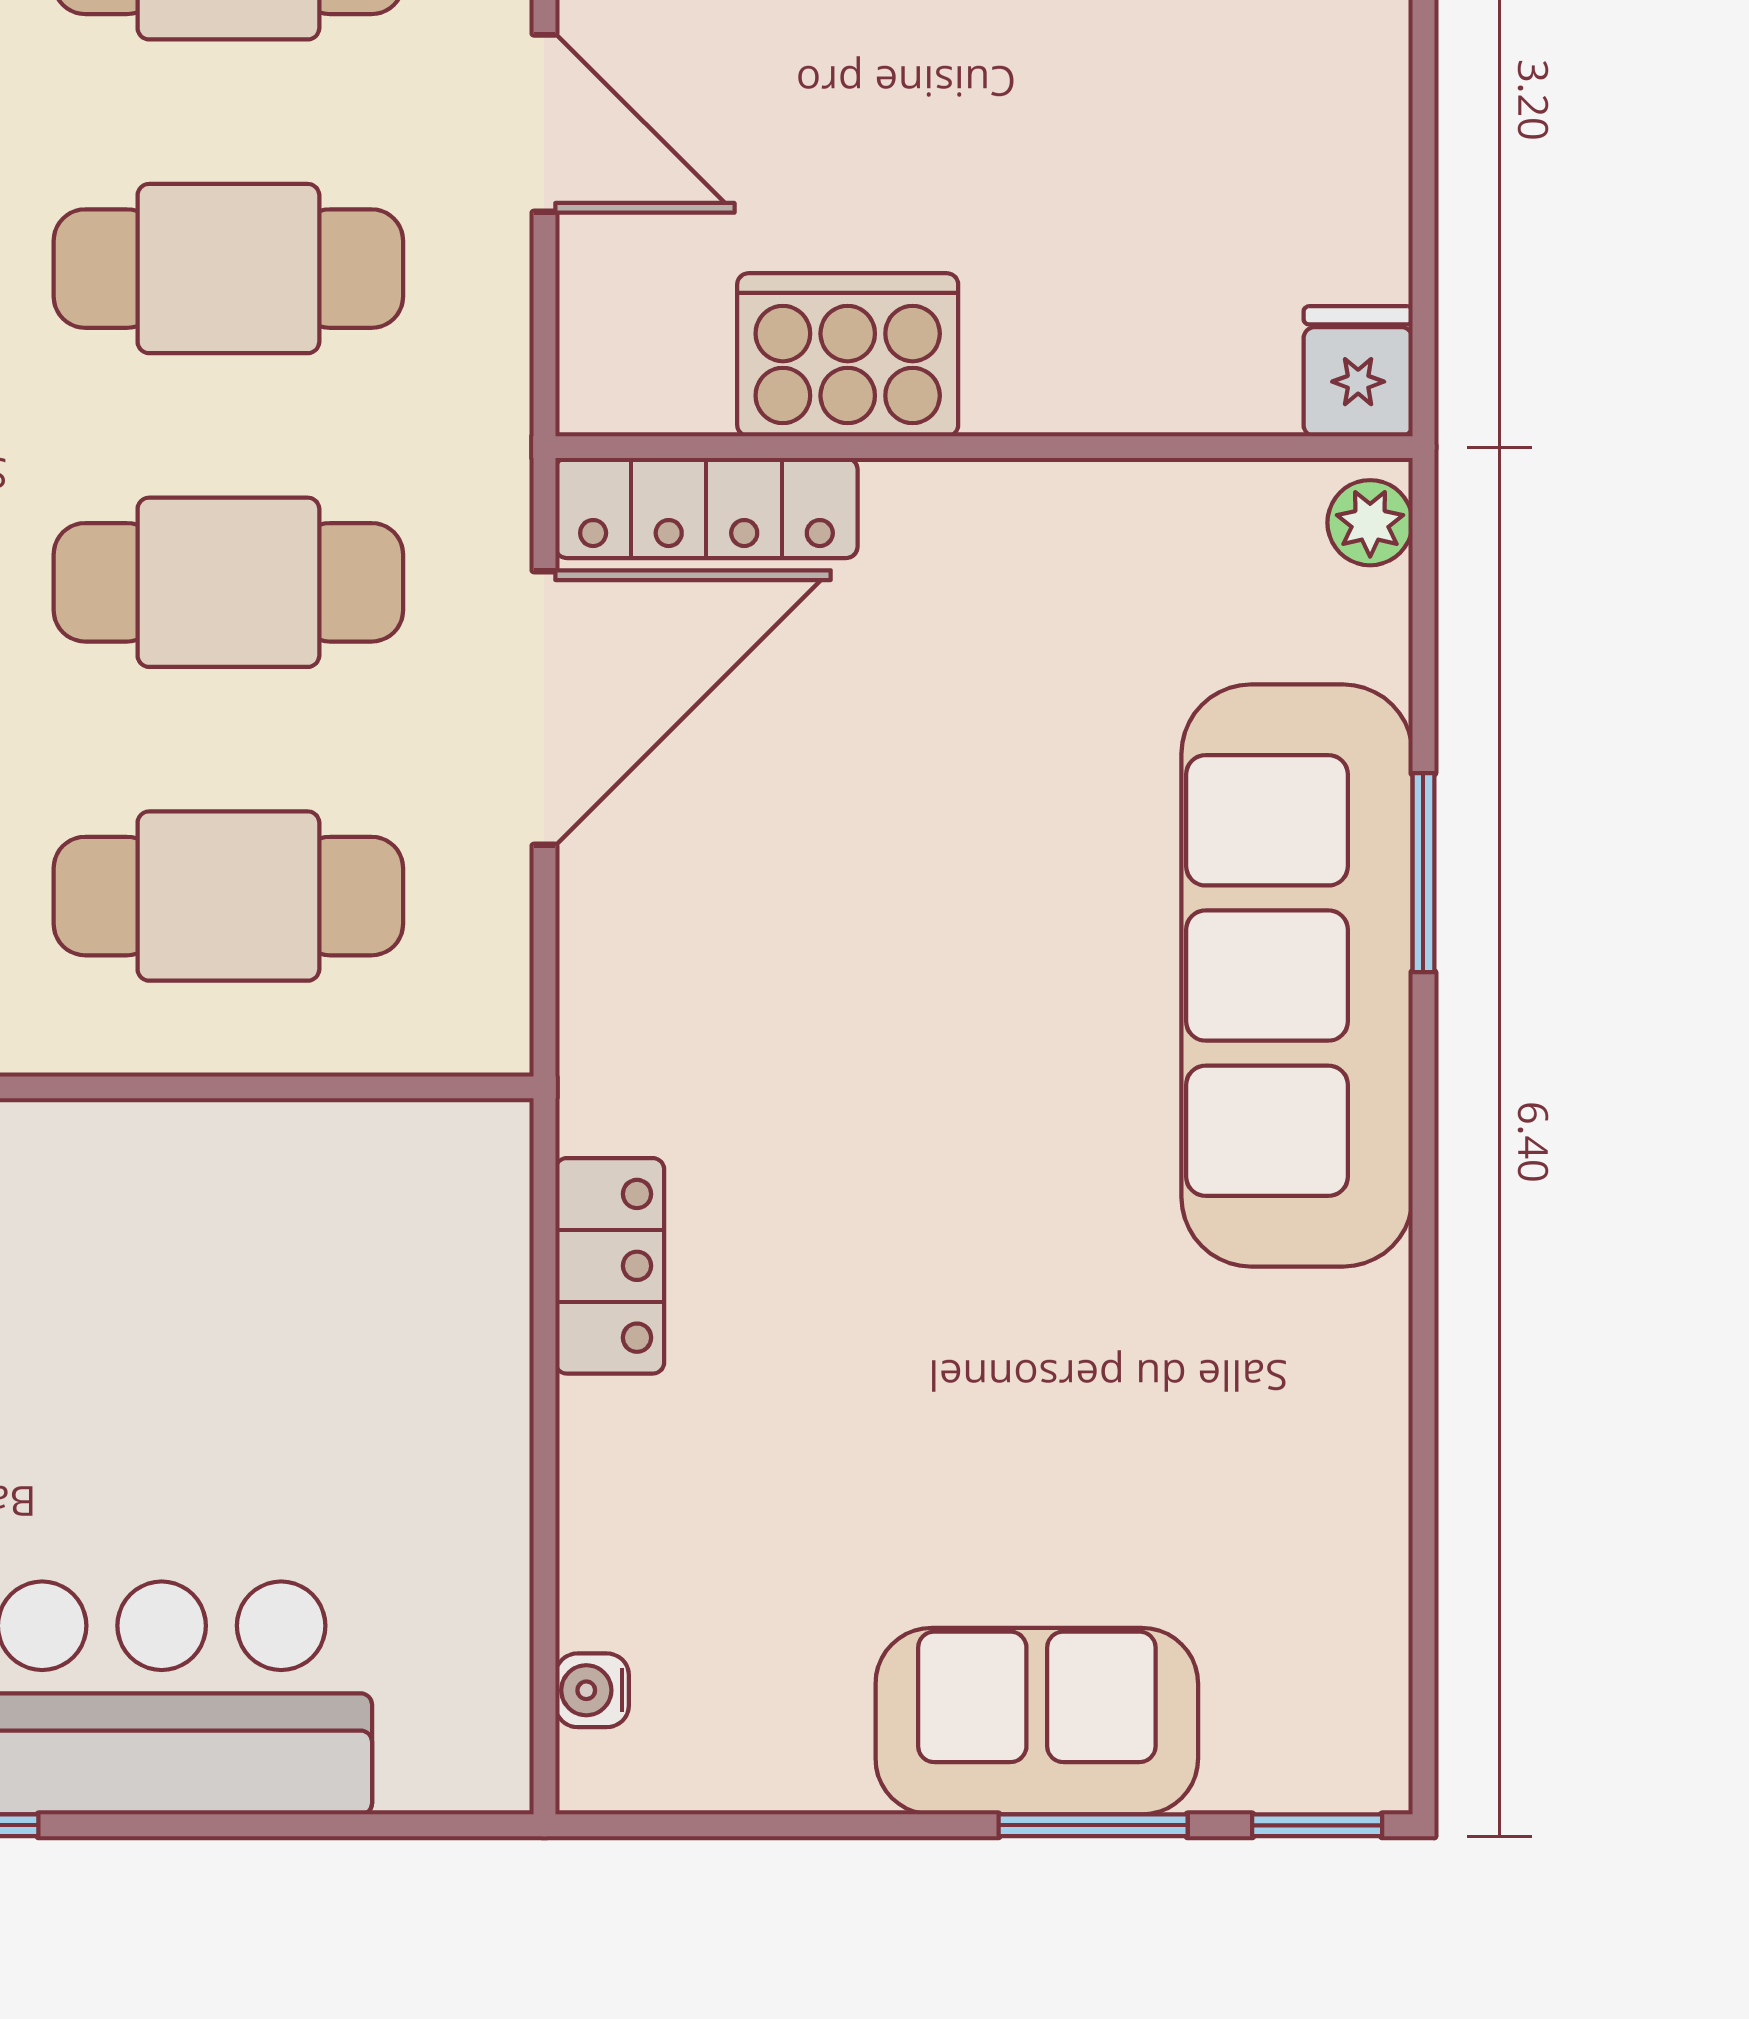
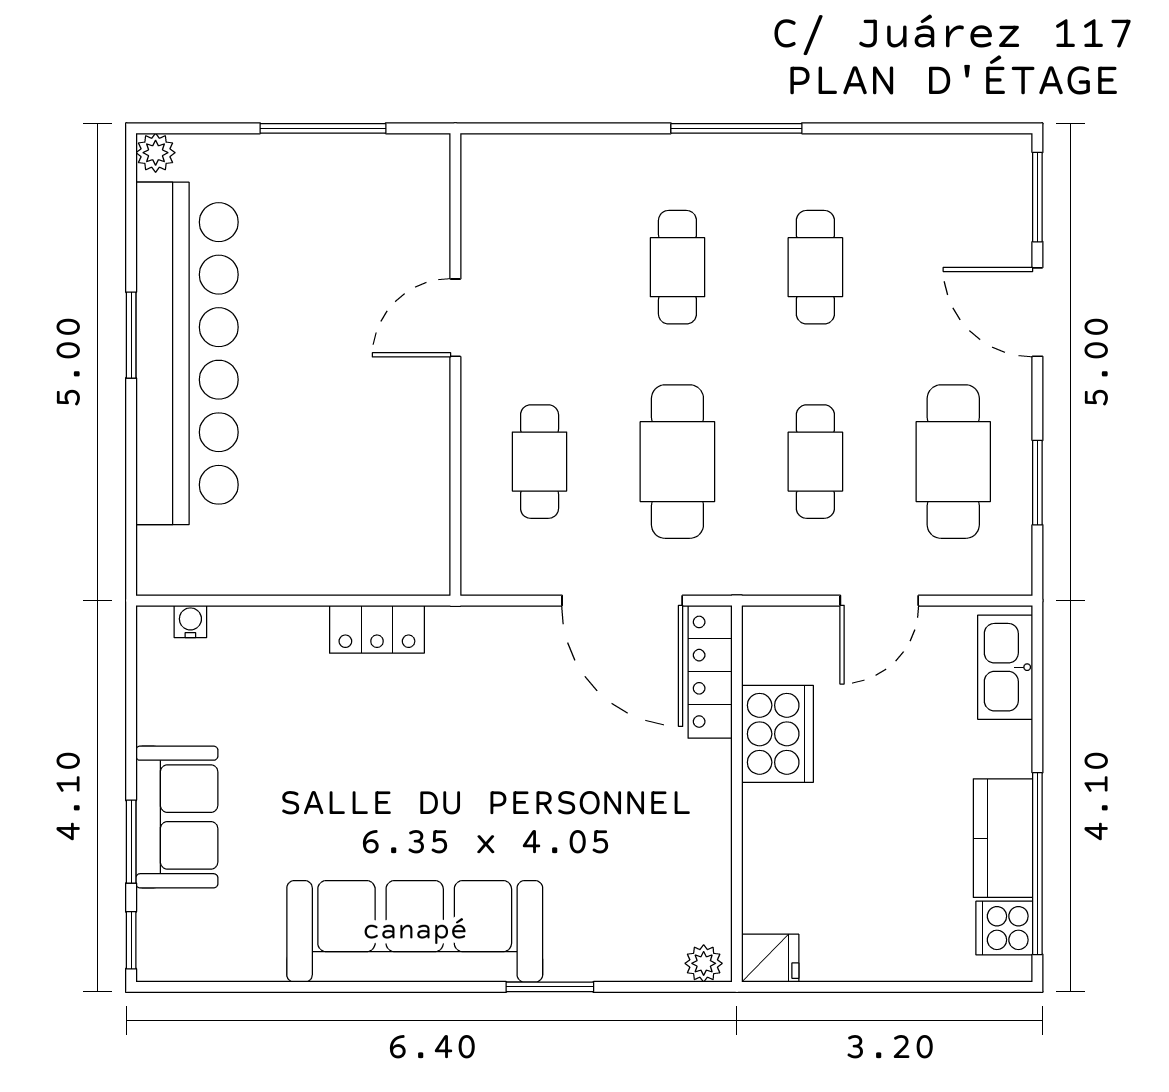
cafe table: (228, 269) -> (815, 462), width x0.73, depth x0.74
cafe table: (228, 896) -> (540, 462), width x0.73, depth x0.74
sofa: (1297, 976) -> (415, 931), moved

